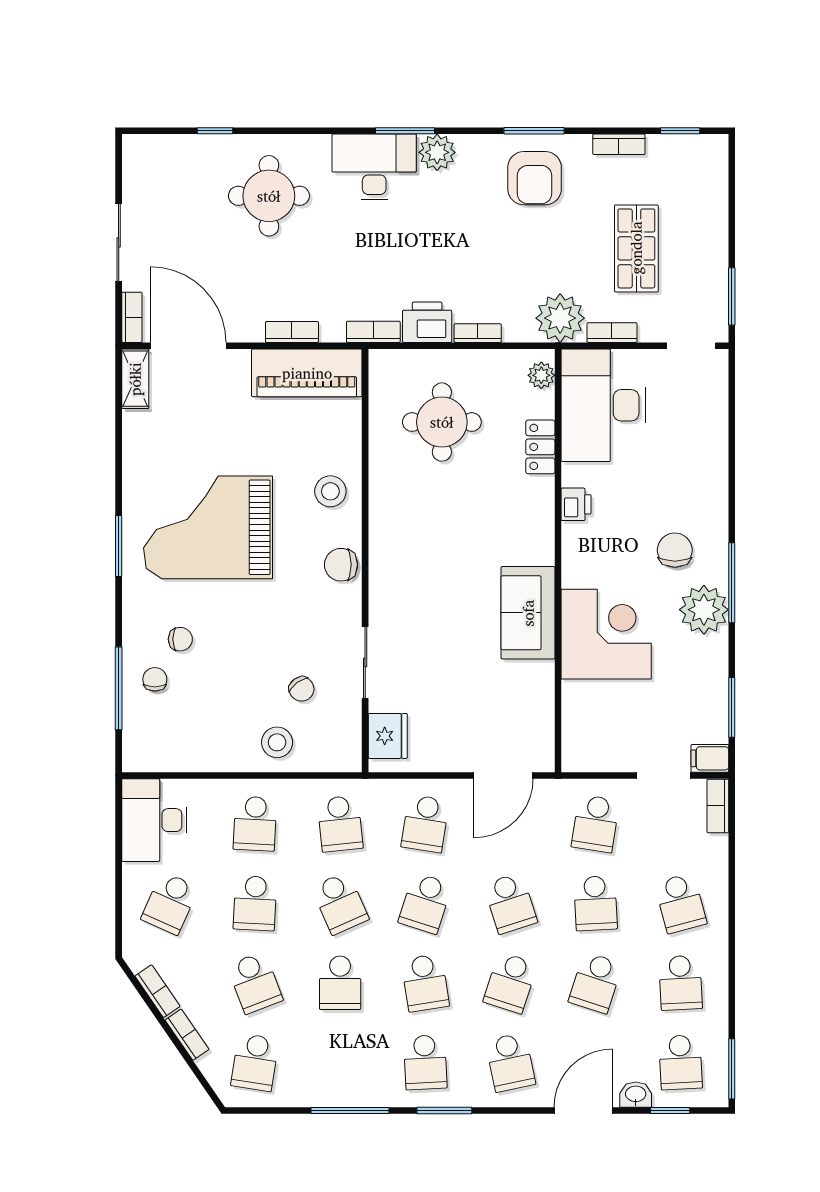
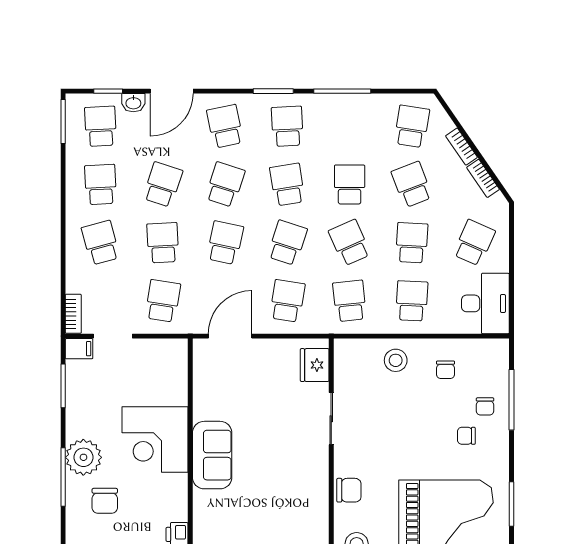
chair: (302, 689) -> (446, 370), moved, turned -144
school desk: (510, 903) -> (225, 243), turned 30

